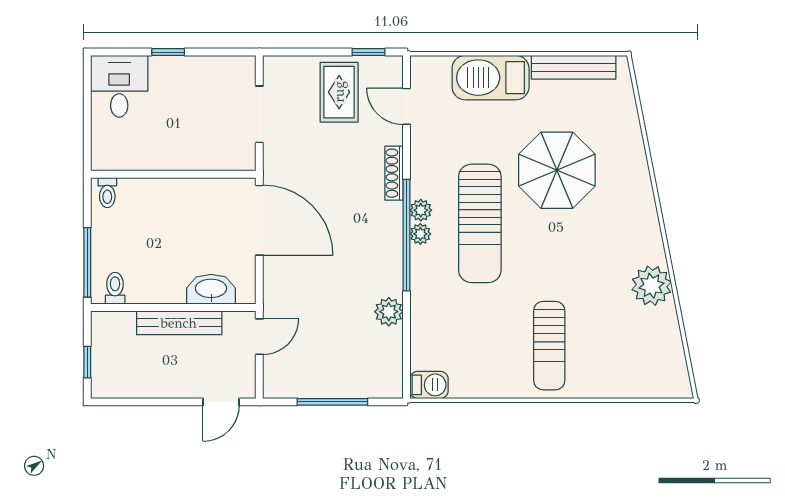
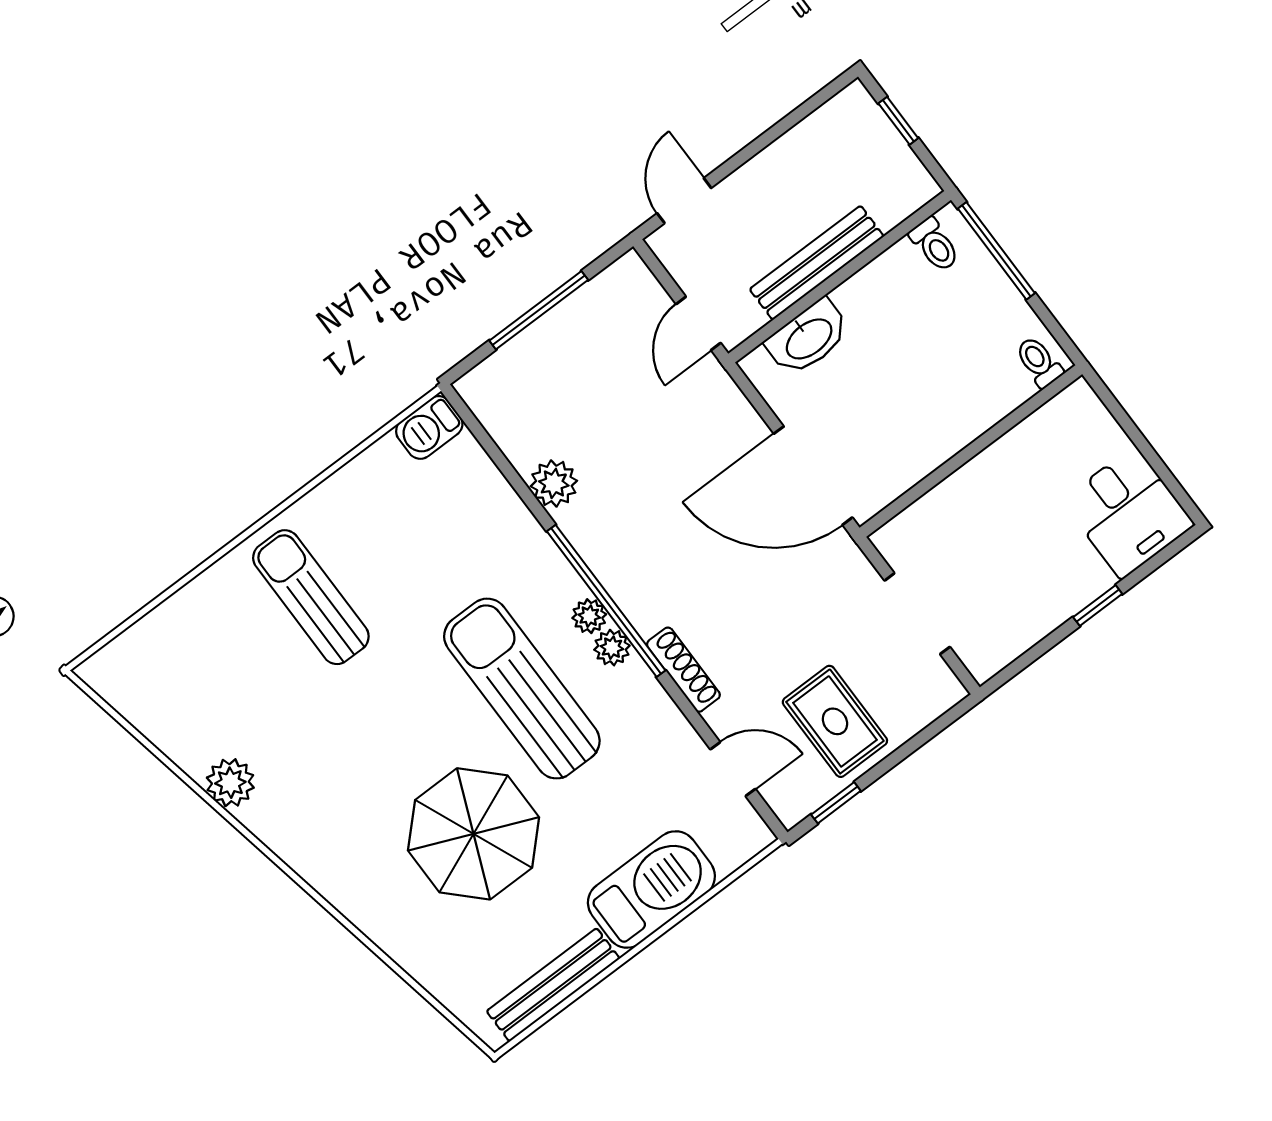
plant: (652, 286) -> (230, 783), width x0.73, depth x0.73

